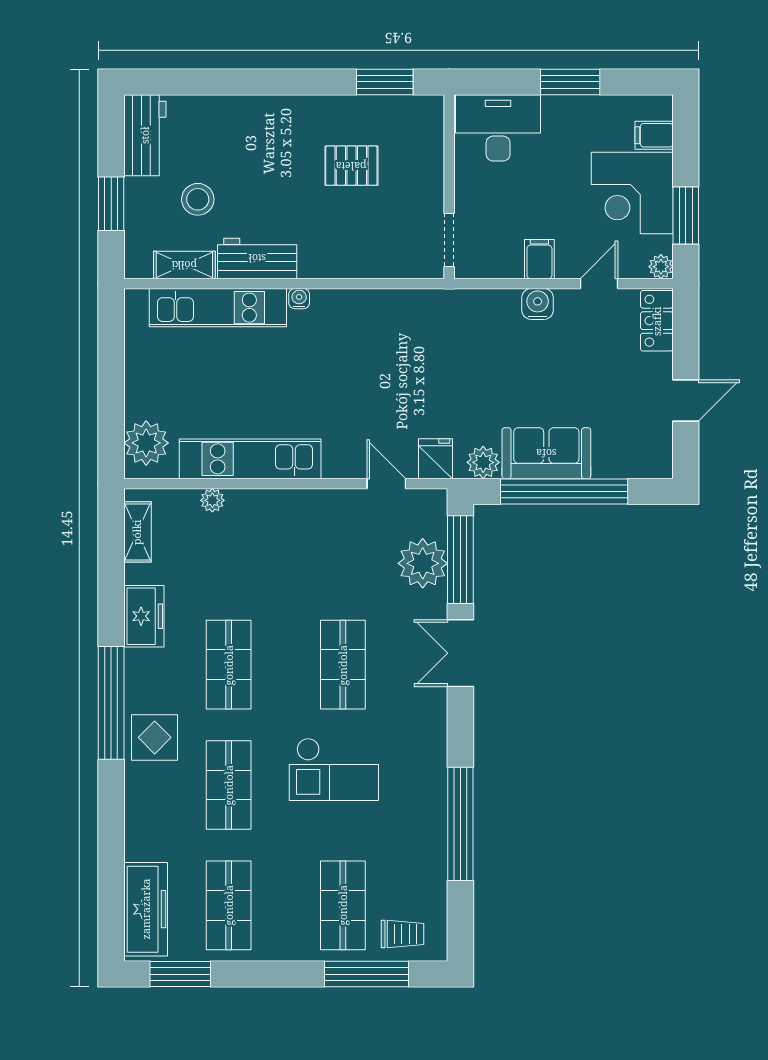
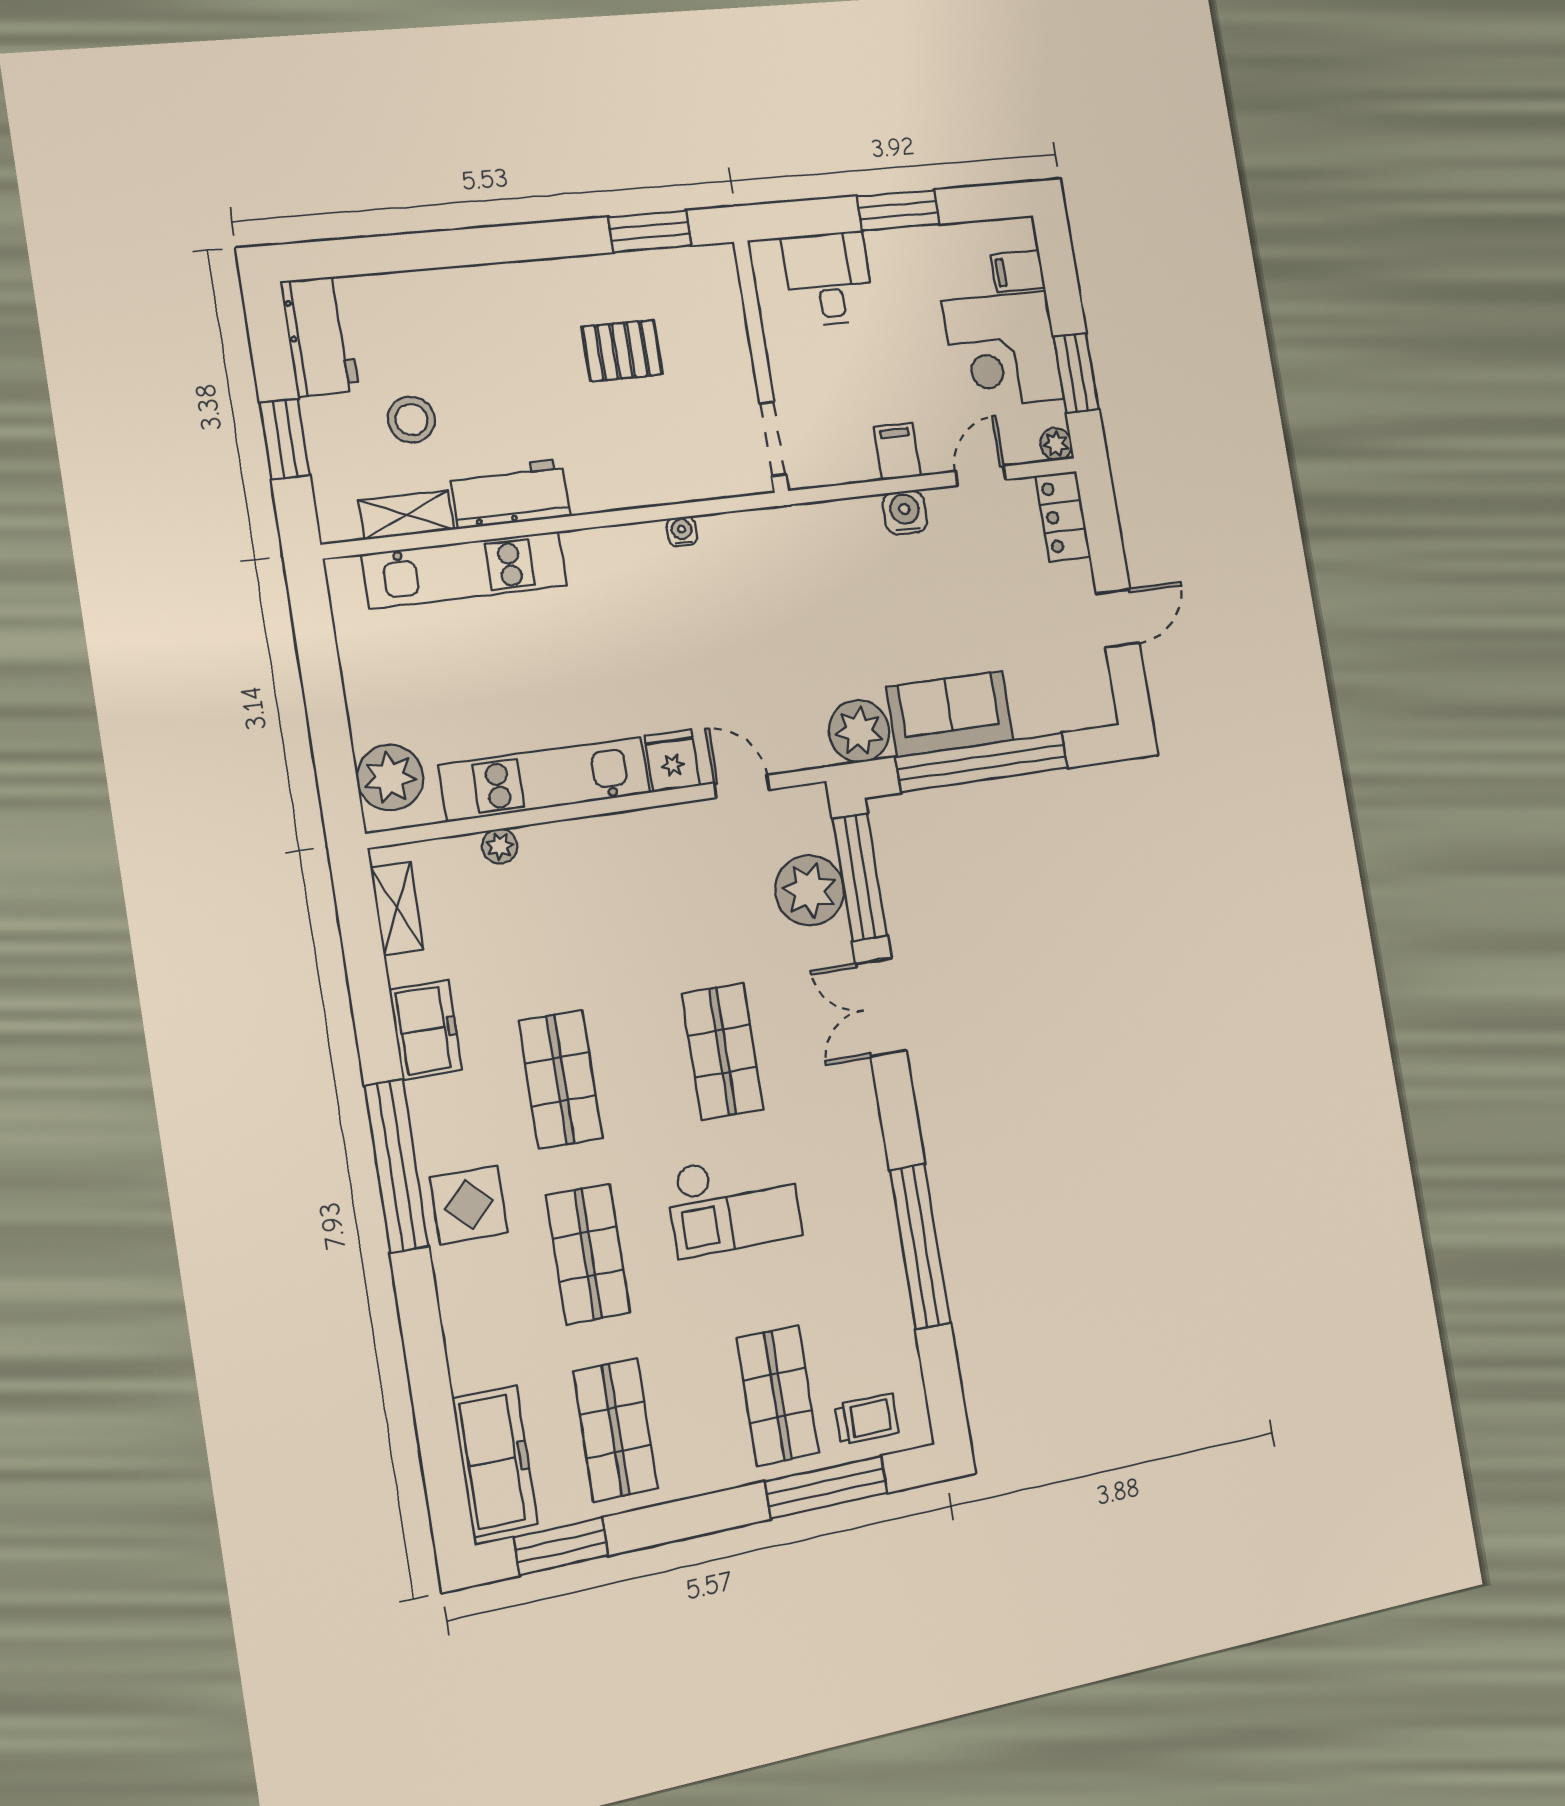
desk: (498, 128) -> (829, 279), width x0.73
water cooler: (299, 299) -> (682, 531), moved
fridge: (436, 459) -> (672, 761), moved
plant: (483, 462) -> (859, 731), width x1.36, depth x1.36

